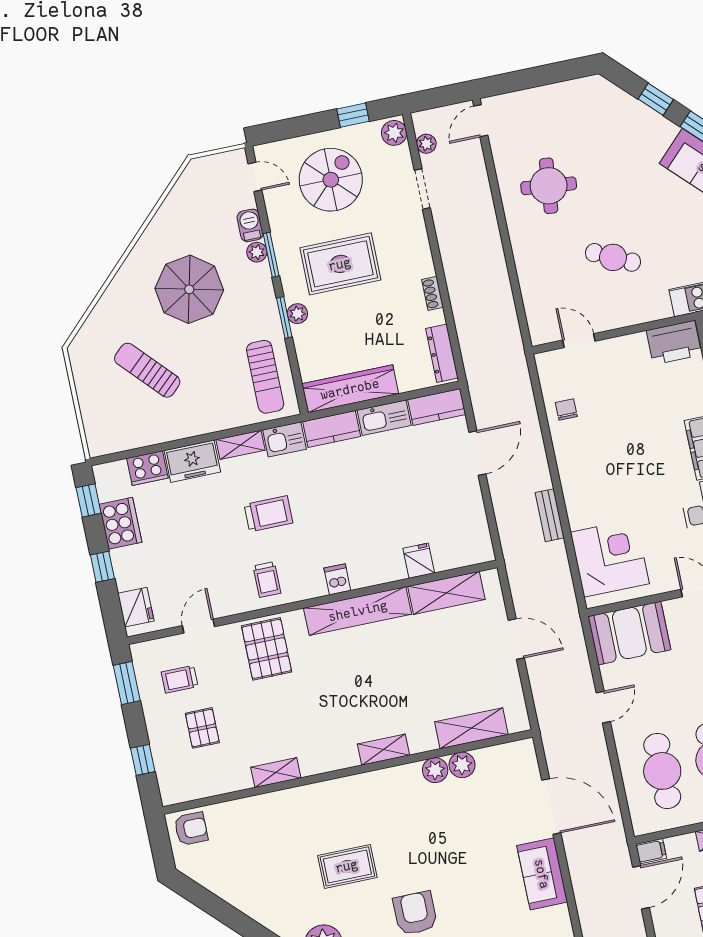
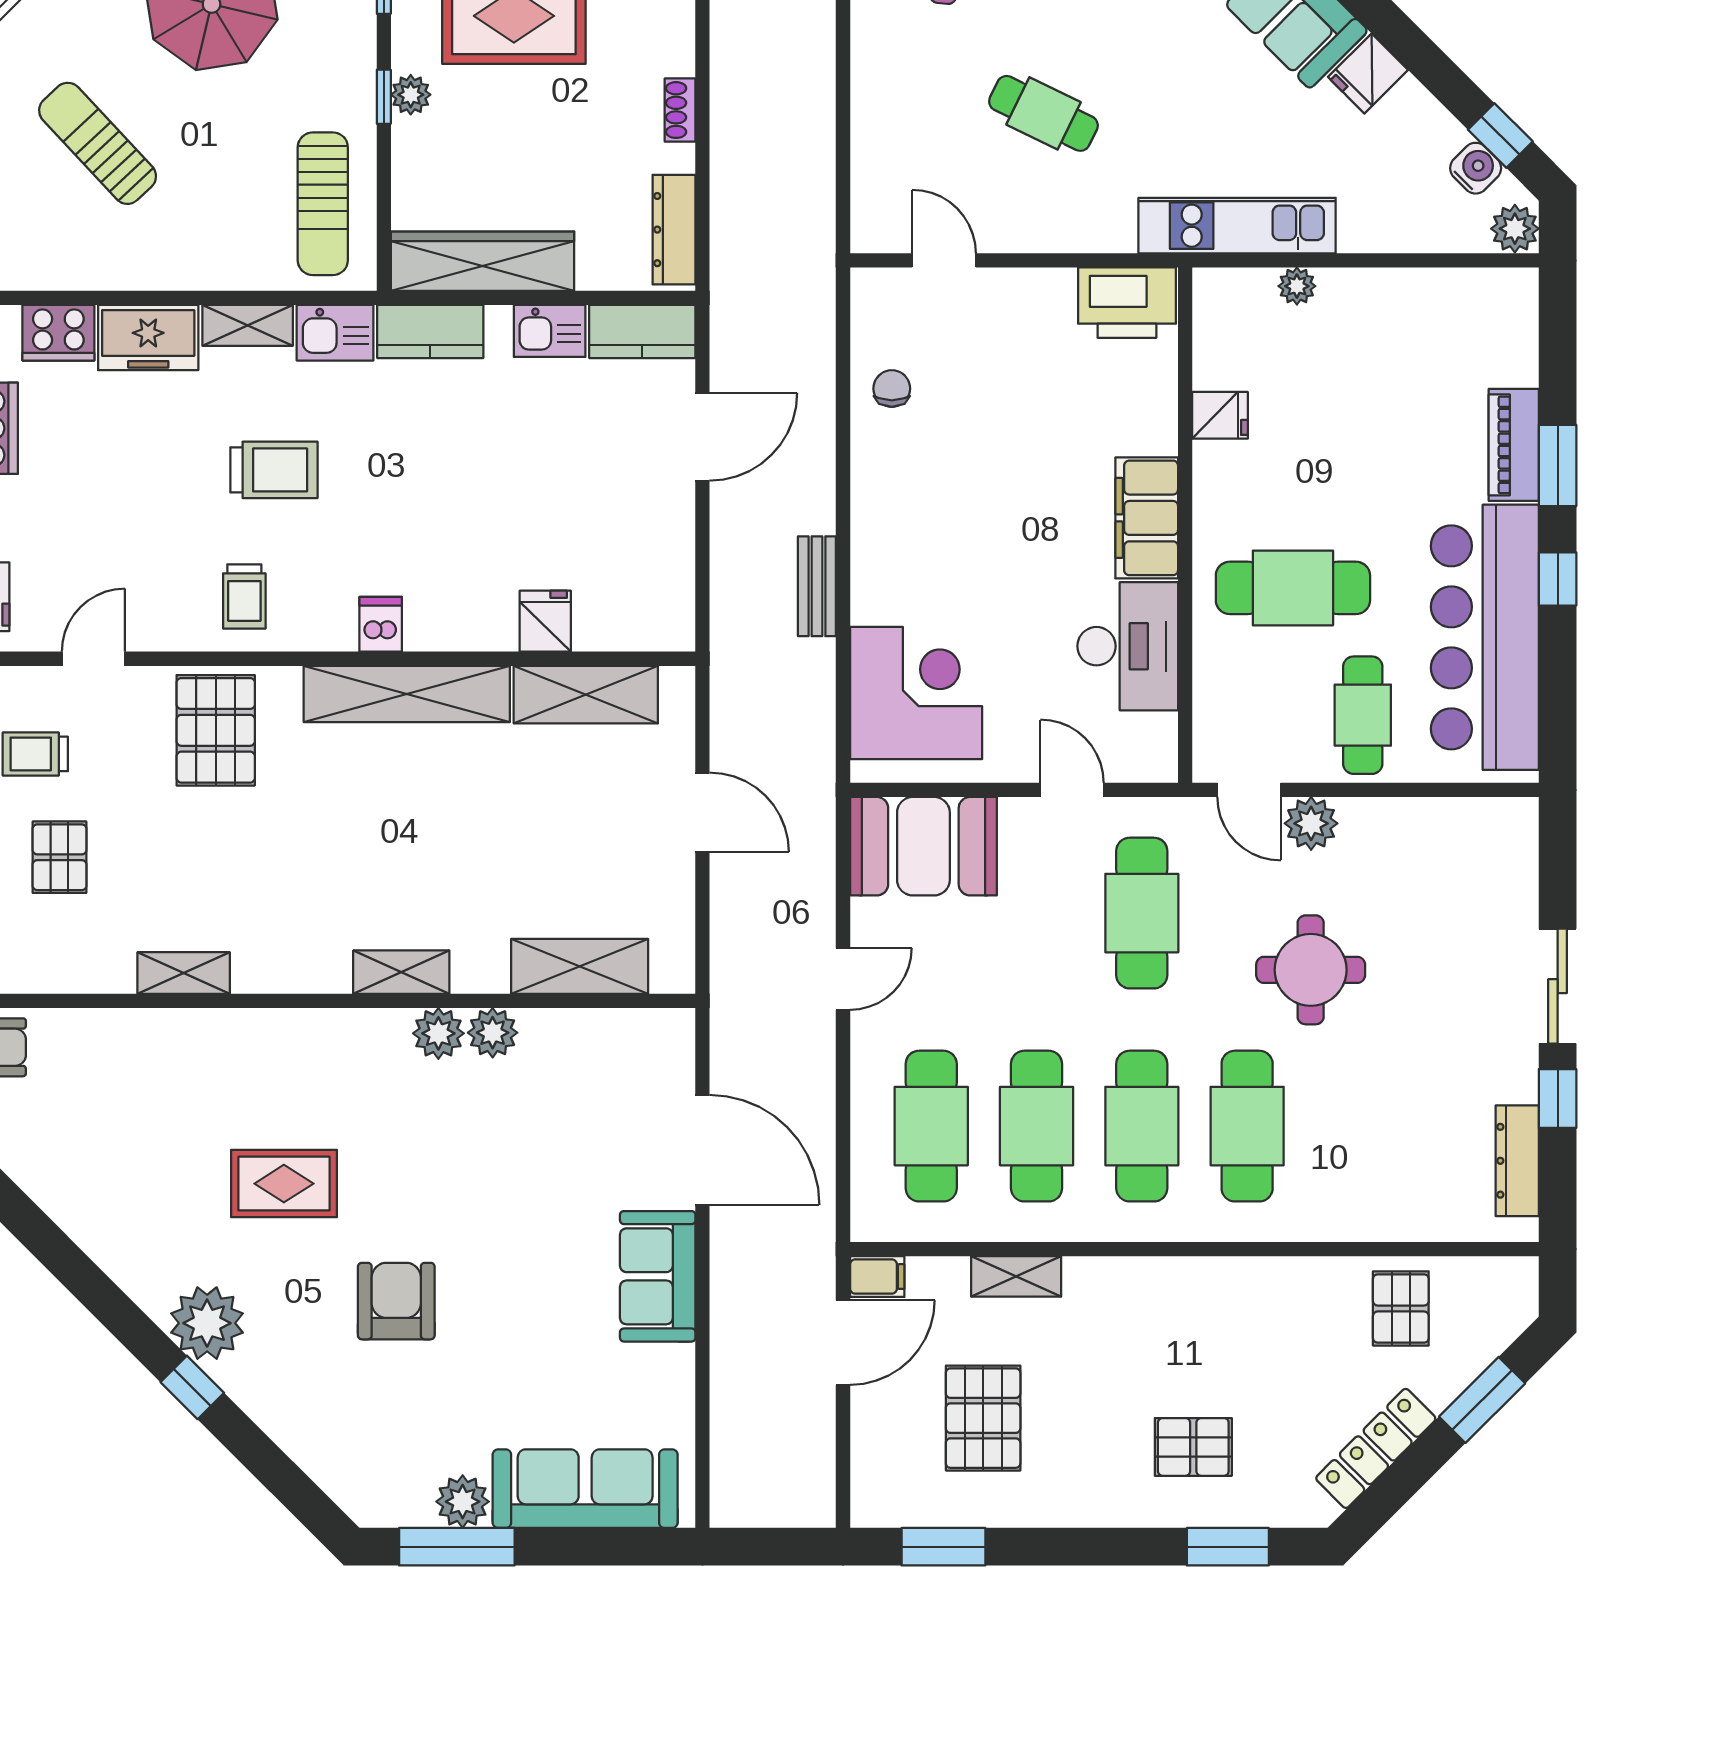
window: (284, 317) -> (384, 97), width x0.67
kitchen sink: (384, 418) -> (550, 331), width x0.73
plant: (462, 765) -> (438, 1033), moved

